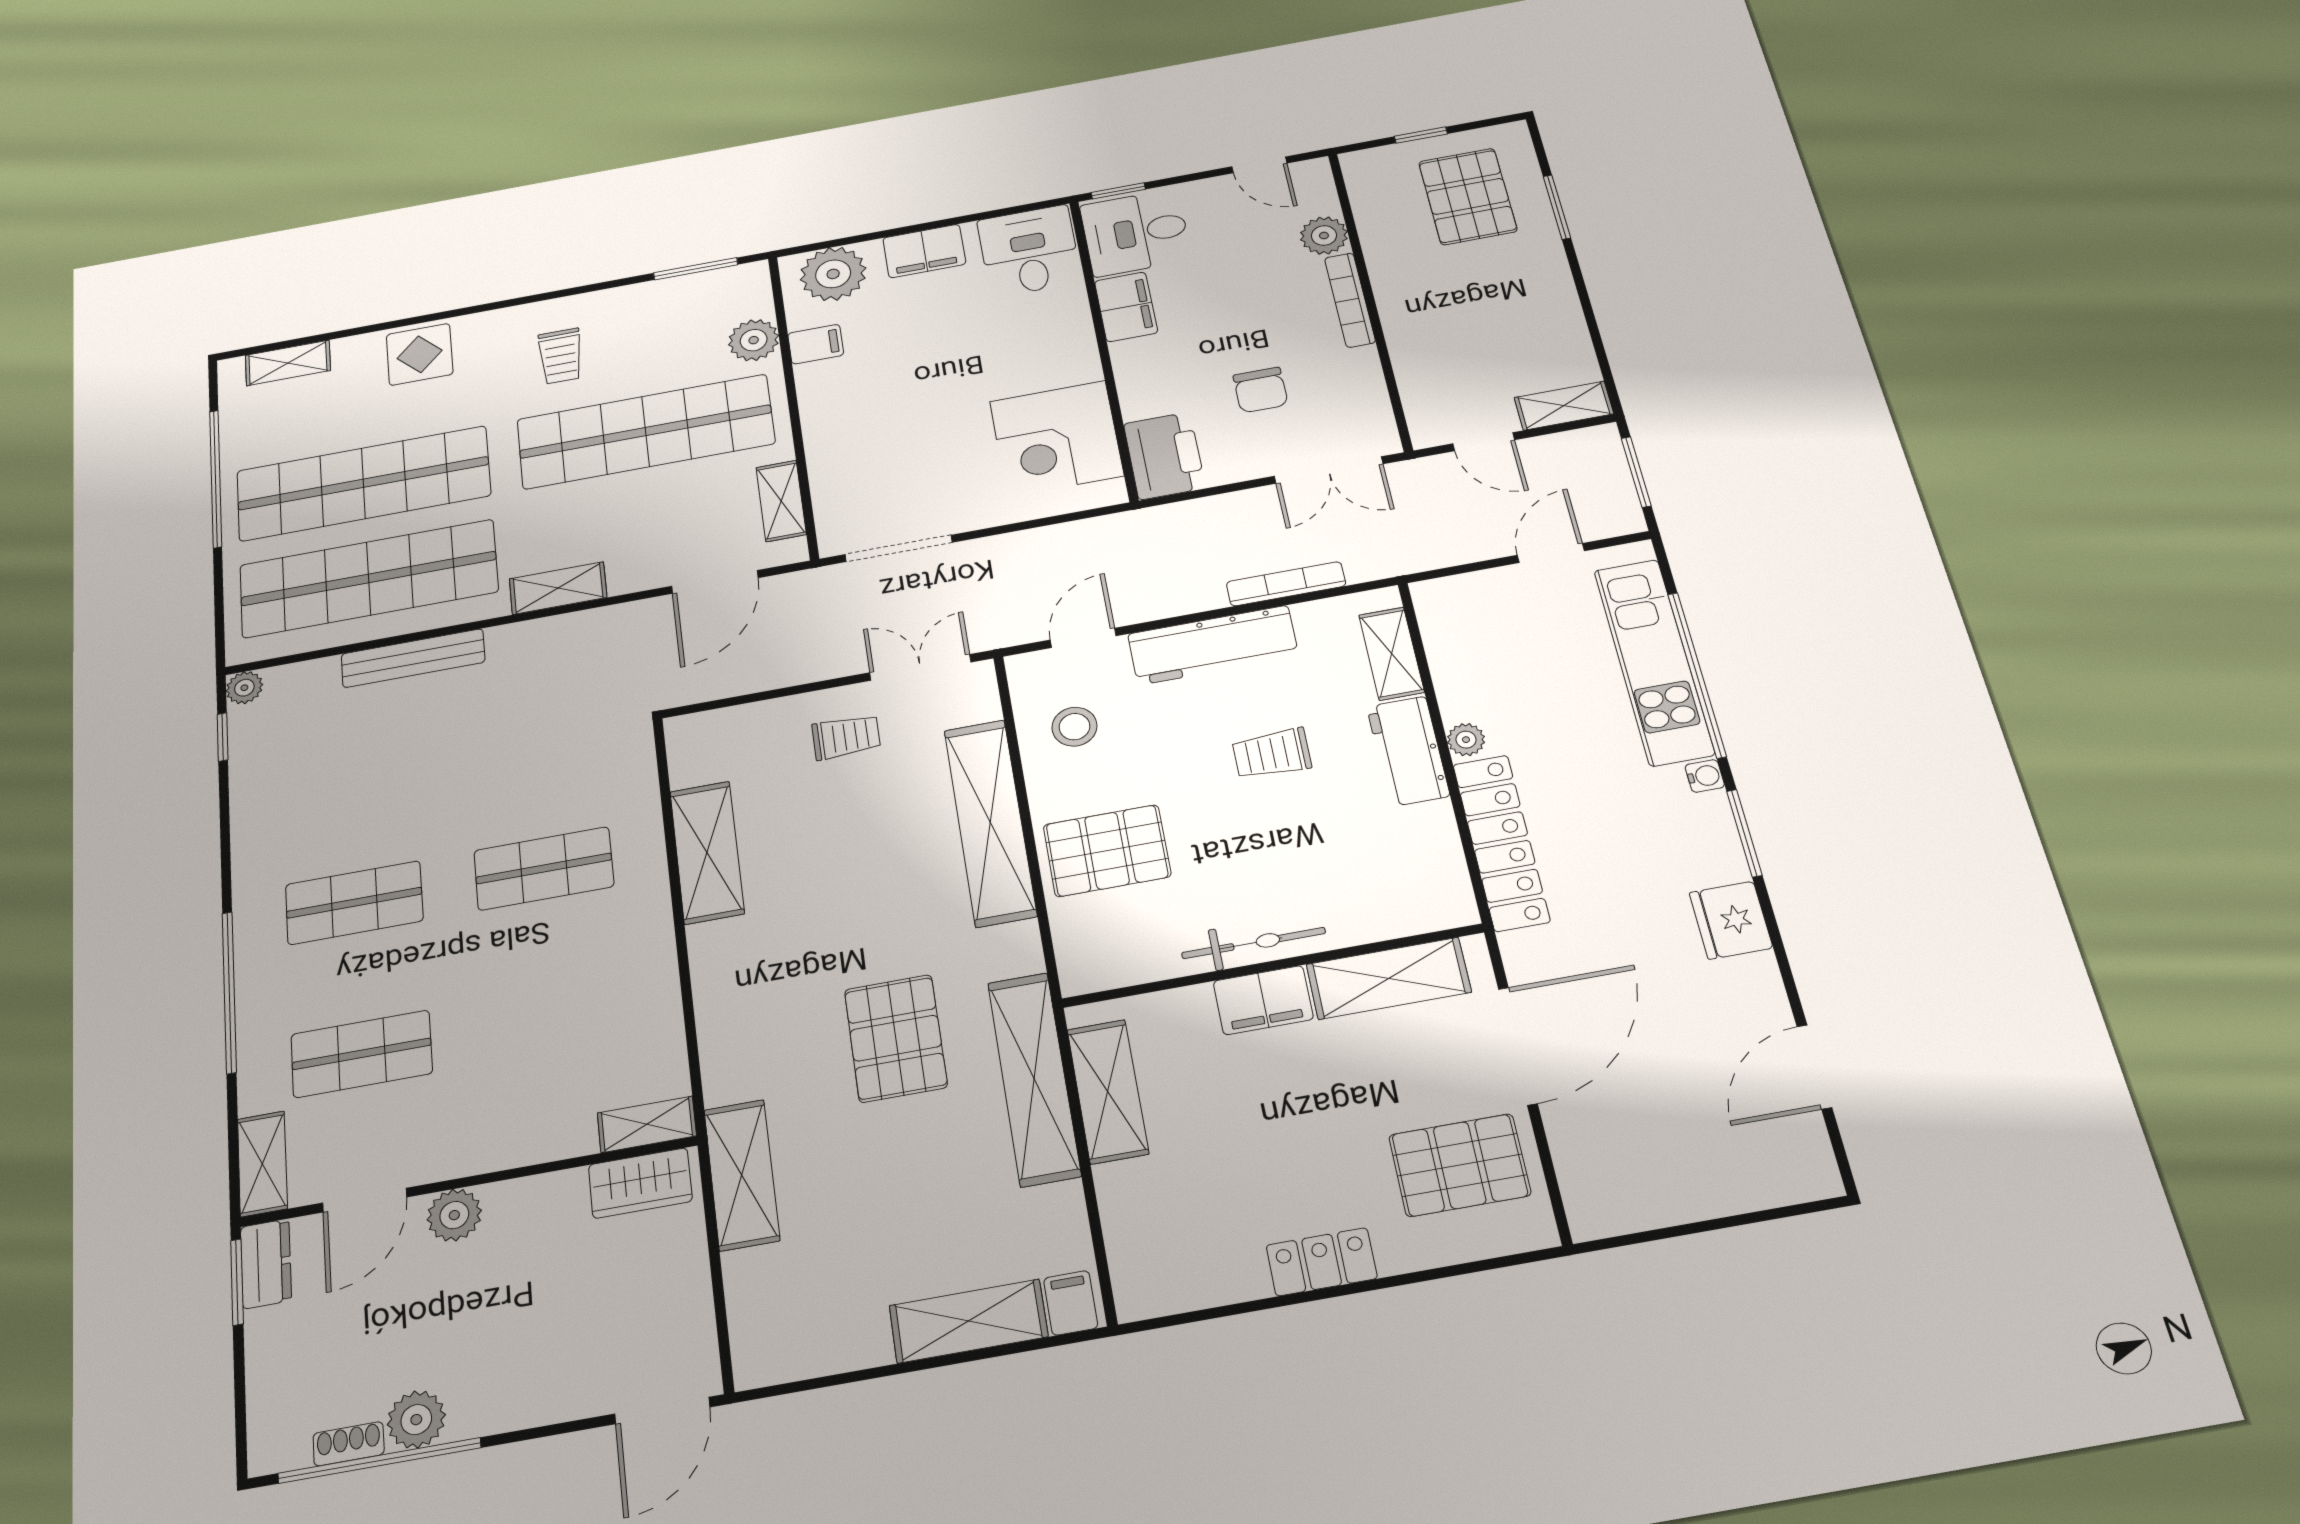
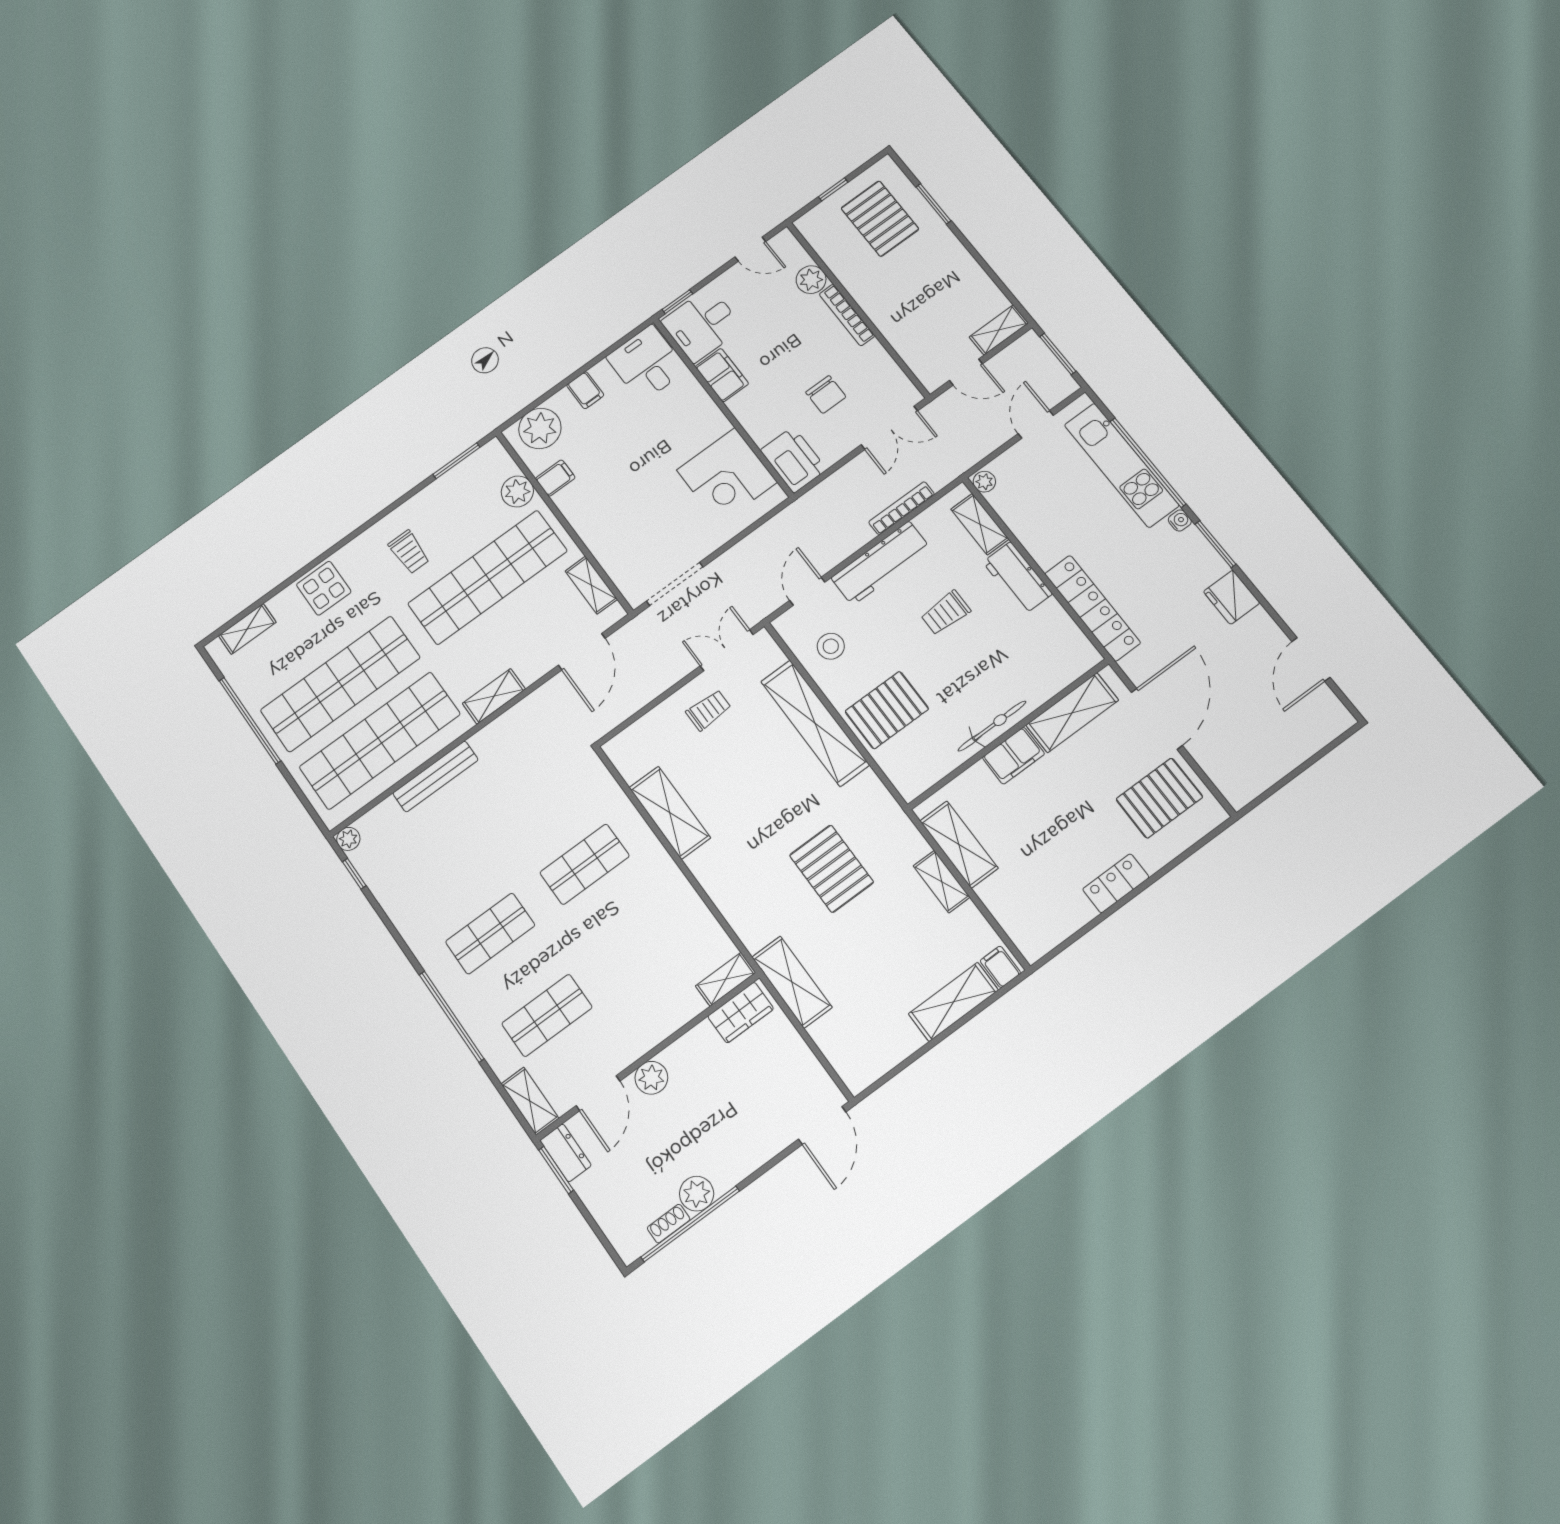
filing cabinet: (924, 251) -> (585, 390), width x0.50
plant: (1466, 740) -> (984, 482), moved
shelving: (1034, 1078) -> (942, 882), width x0.45, depth x0.75

